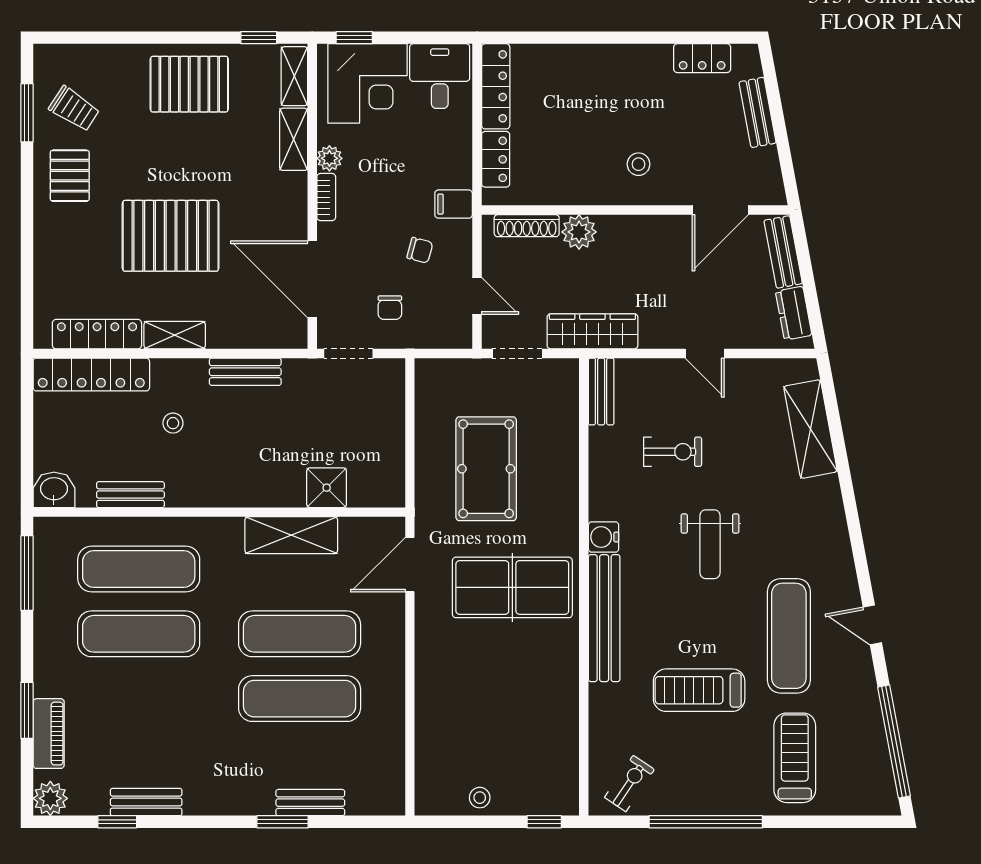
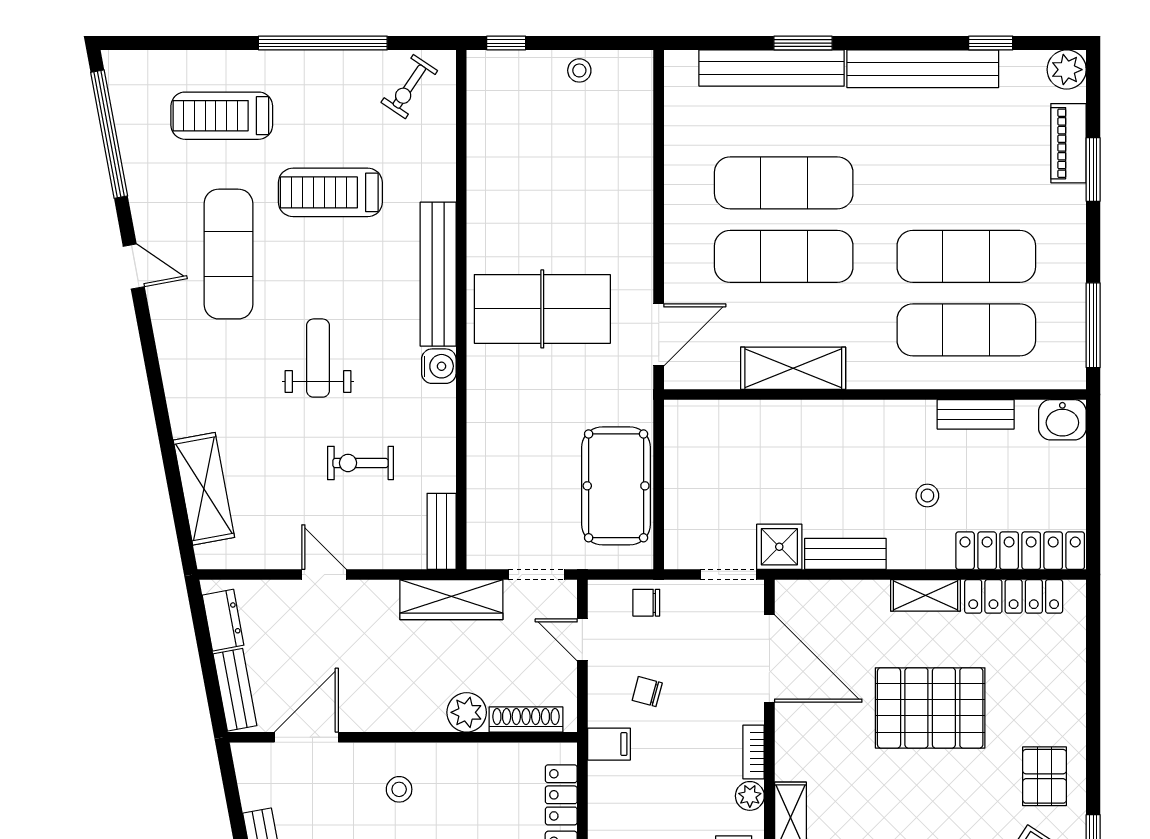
chair: (390, 308) -> (646, 603), moved, turned -90
pool table: (486, 469) -> (616, 486), moved
shower: (327, 488) -> (779, 547), moved
treadmill: (699, 690) -> (330, 192), turned 180
treadmill: (795, 758) -> (222, 116), turned 90
bench: (146, 802) -> (923, 69), width x1.86, depth x1.21
bench: (310, 803) -> (772, 68), width x1.86, depth x1.21

